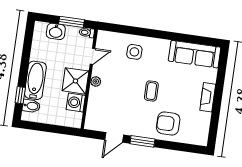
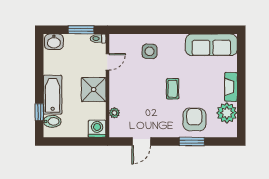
washbasin: (56, 31) -> (54, 42), moved
plant: (96, 81) -> (114, 113), moved
washing machine: (76, 103) -> (97, 129), moved, turned 90
plant: (200, 122) -> (227, 113), added
armchair: (168, 123) -> (194, 119), turned 90
window: (142, 141) -> (192, 141), moved

